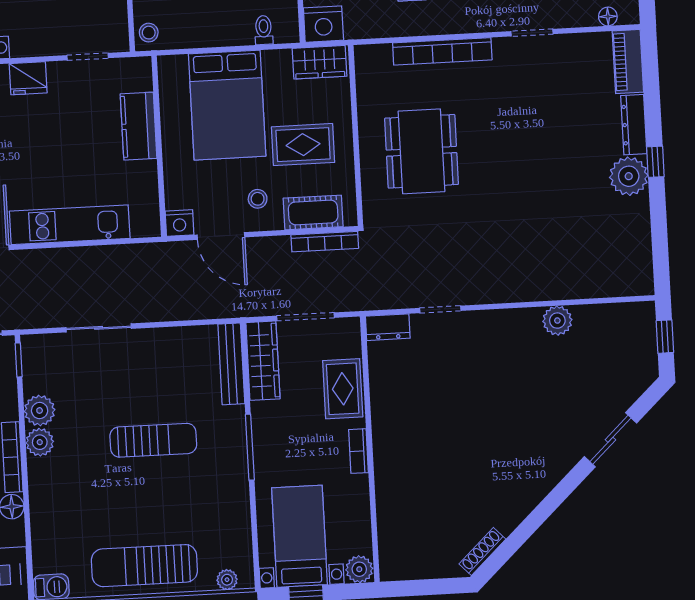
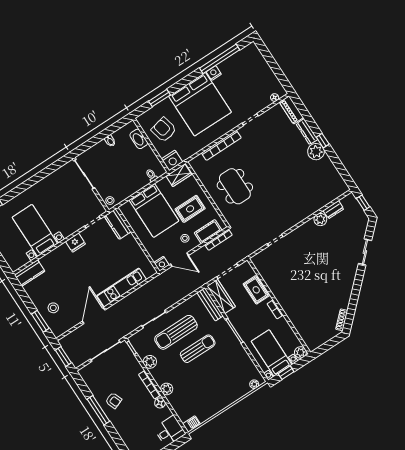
kitchen counter: (139, 126) -> (118, 224), moved
dresser: (388, 327) -> (333, 210), moved
plant: (40, 442) -> (167, 389), moved
sun lounger: (144, 566) -> (176, 332), moved

